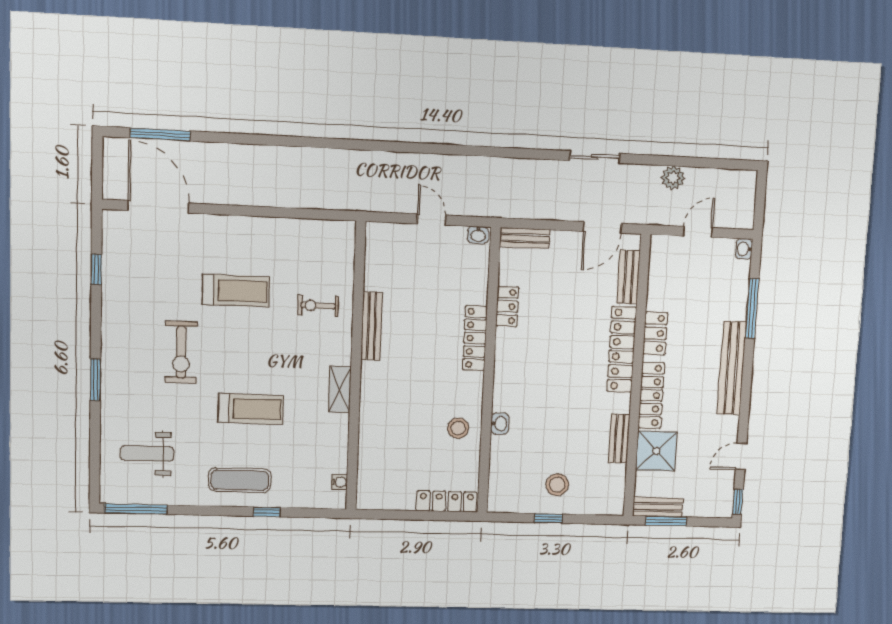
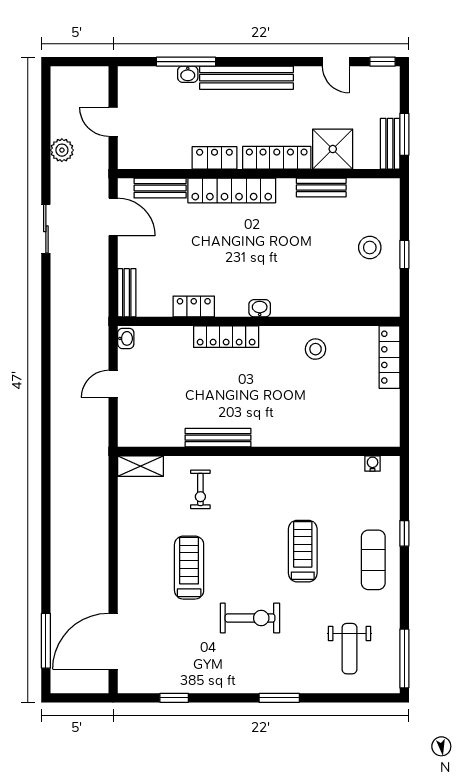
washbasin: (744, 249) -> (188, 74), moved
shelving: (340, 390) -> (140, 466), moved
washbasin: (500, 424) -> (260, 308), moved

